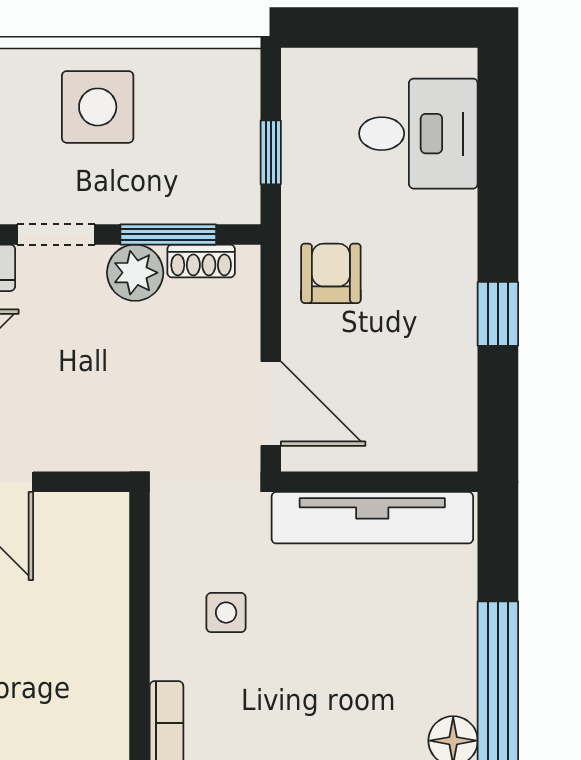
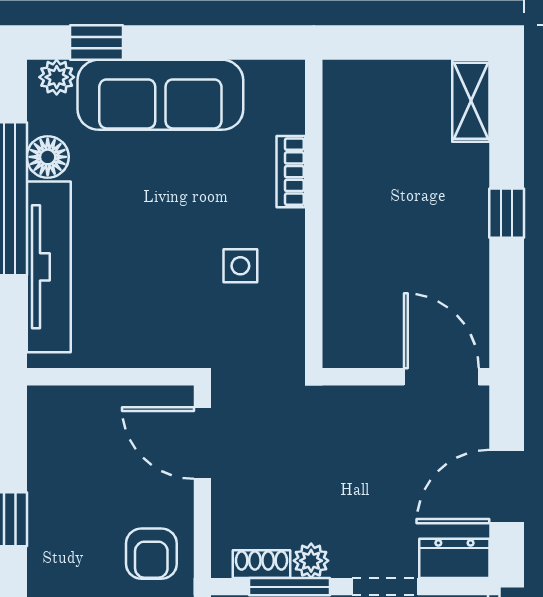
plant: (135, 273) -> (311, 561), width x0.73, depth x0.73
tv unit: (372, 518) -> (49, 267), moved, turned 90

